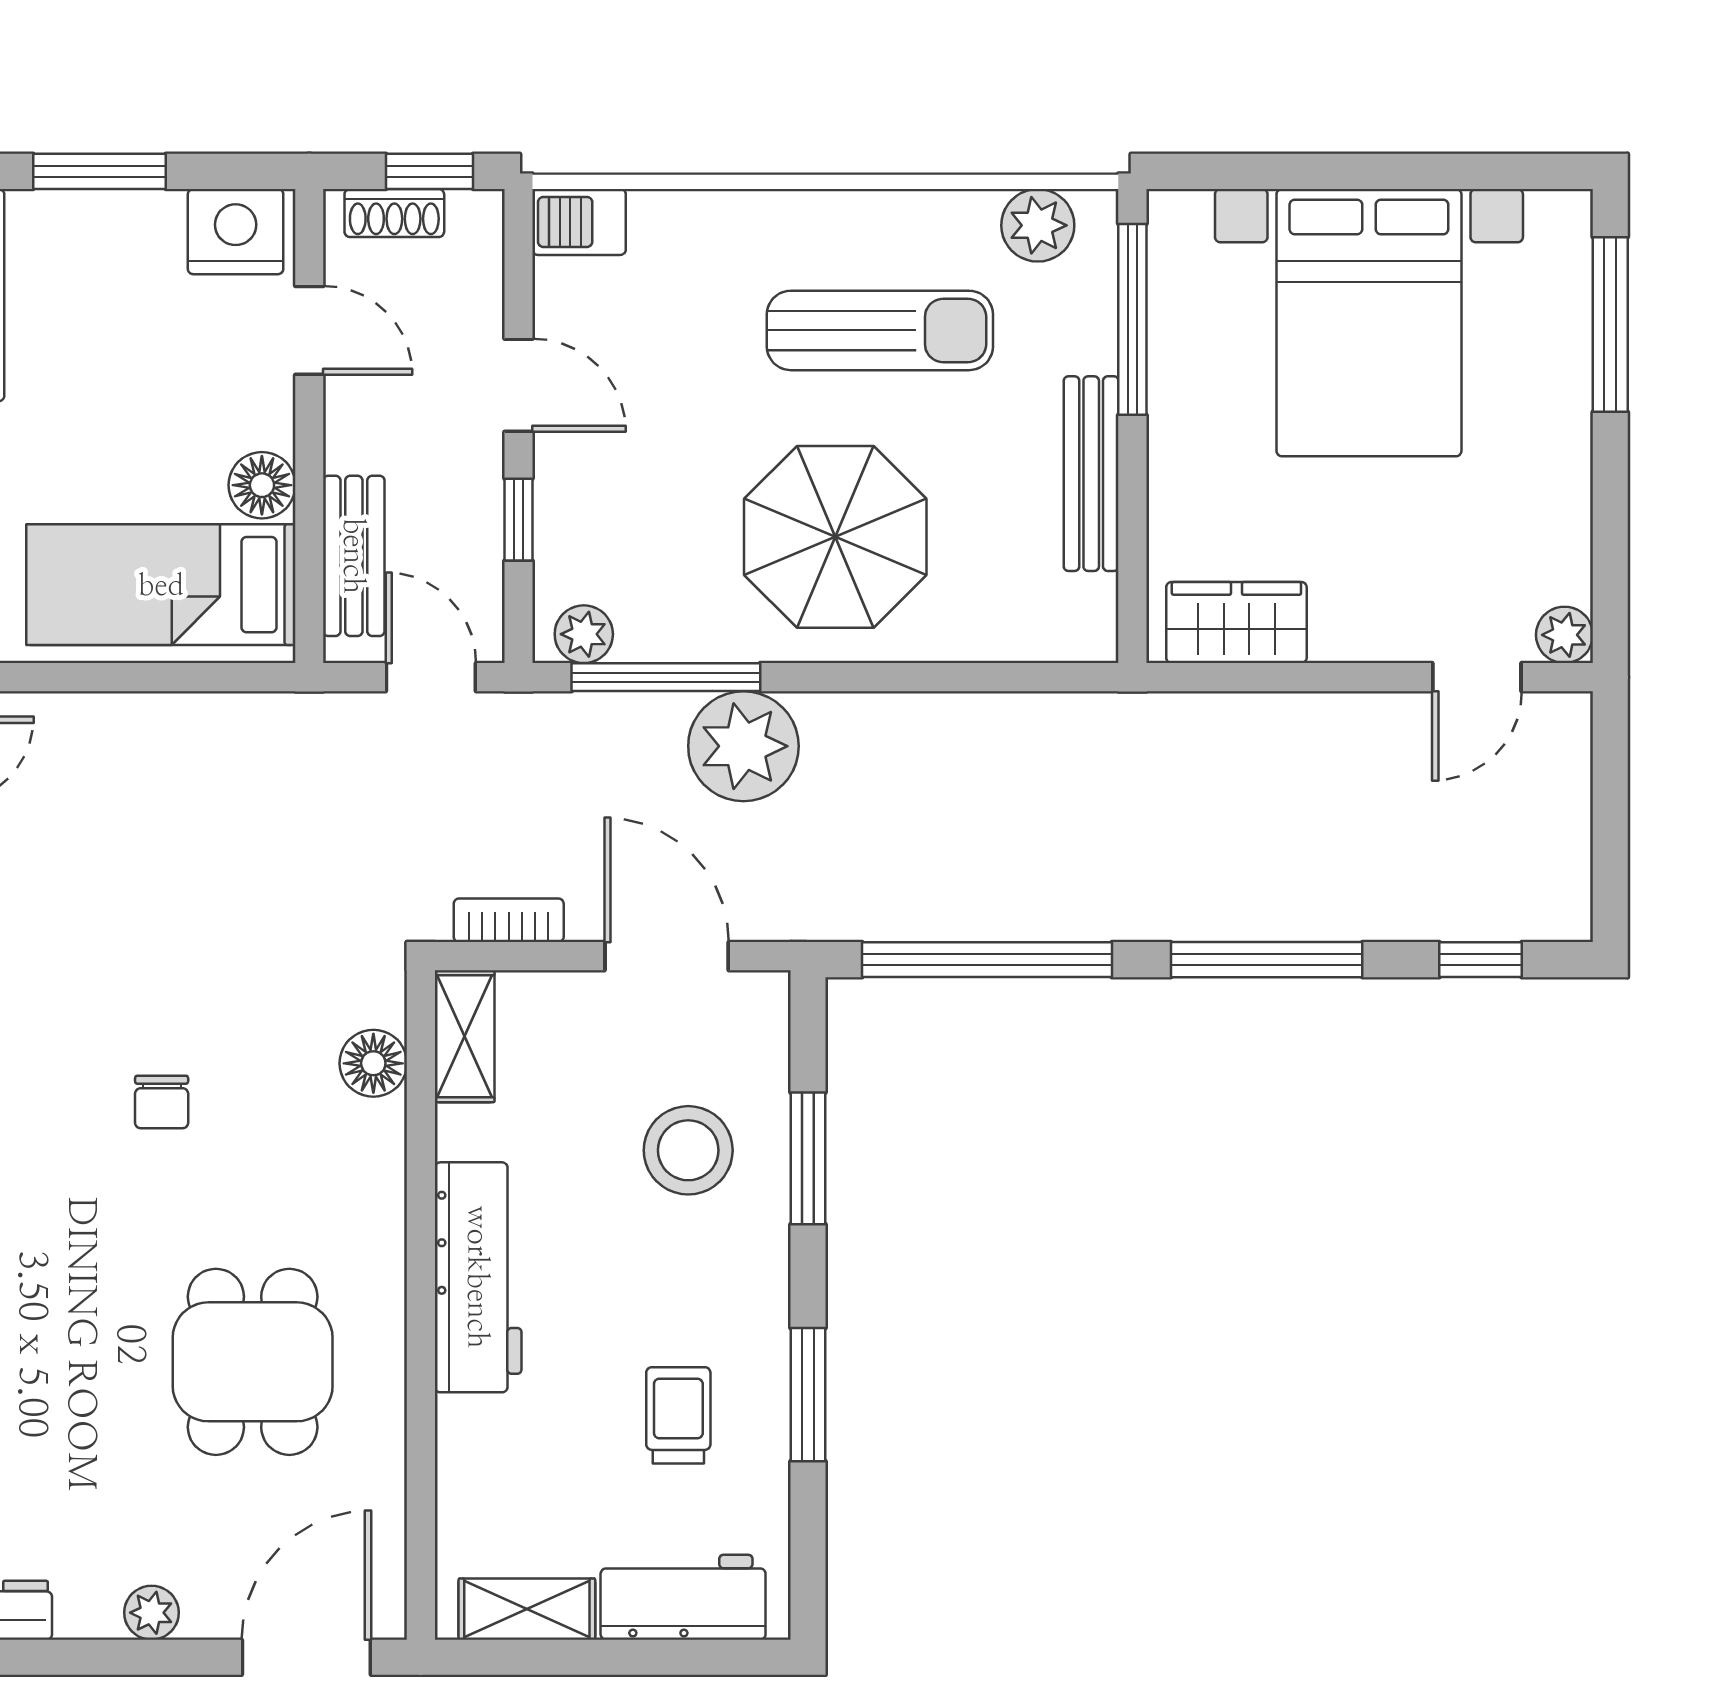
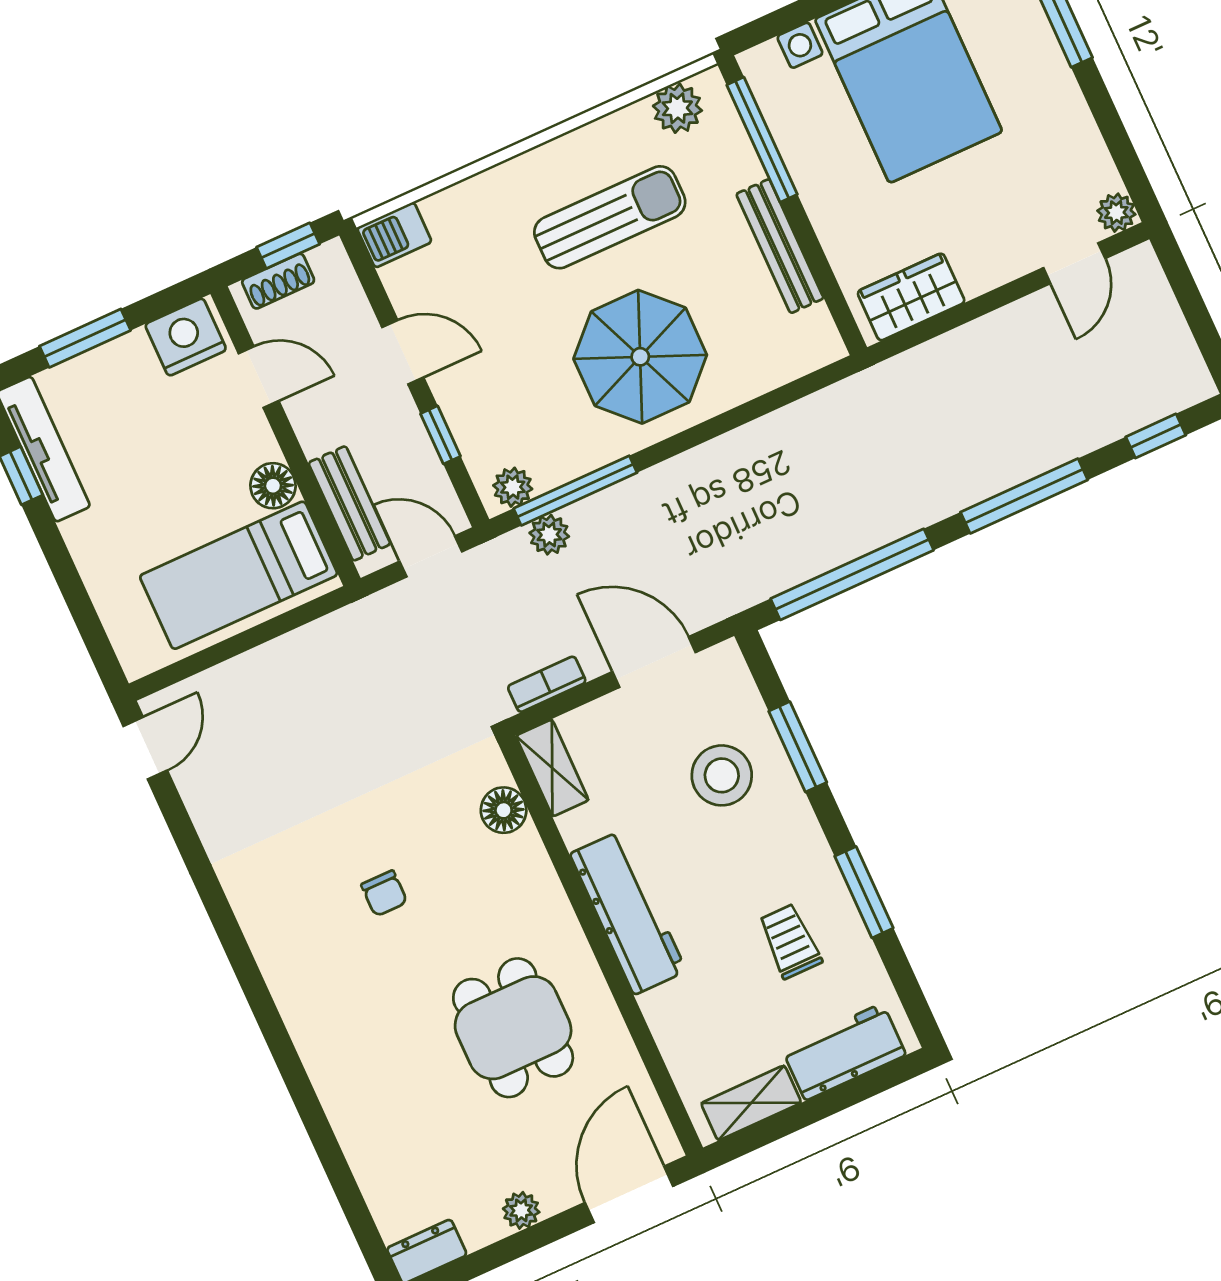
plant: (743, 746) -> (549, 535), moved, width x0.53, depth x0.53

